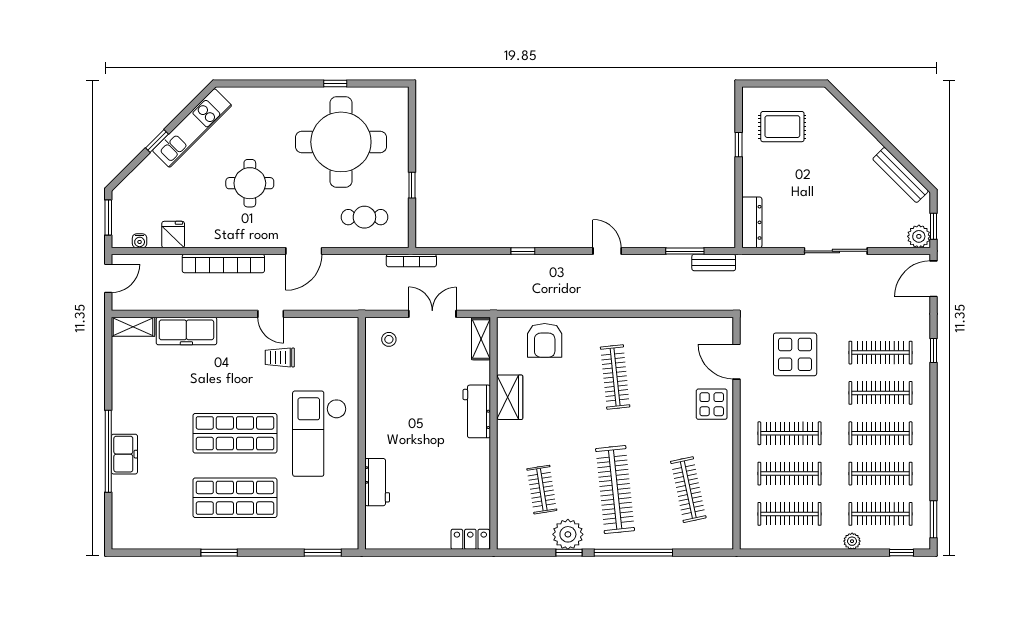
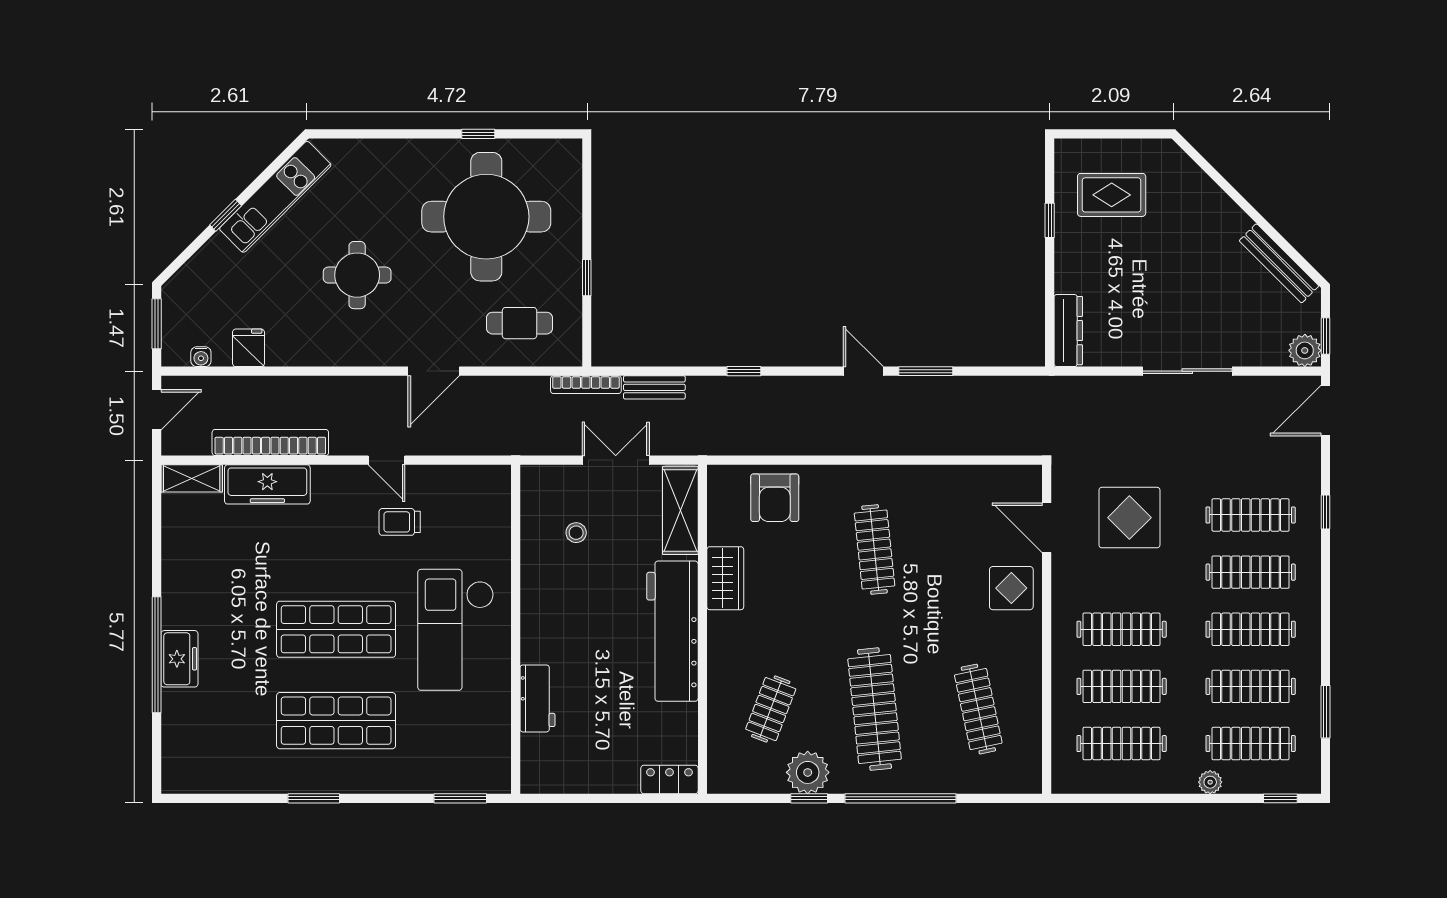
window: (685, 251) -> (926, 371), moved
bench: (714, 262) -> (654, 387), moved
bookcase: (223, 263) -> (270, 443), moved, turned 180
stool: (389, 339) -> (576, 533), moved
shelving: (481, 339) -> (680, 510), width x1.50, depth x1.33
workbench: (477, 411) -> (672, 631), width x1.88, depth x1.32
clothes rail: (542, 490) -> (771, 709), turned 30
window: (933, 519) -> (1325, 712), moved

